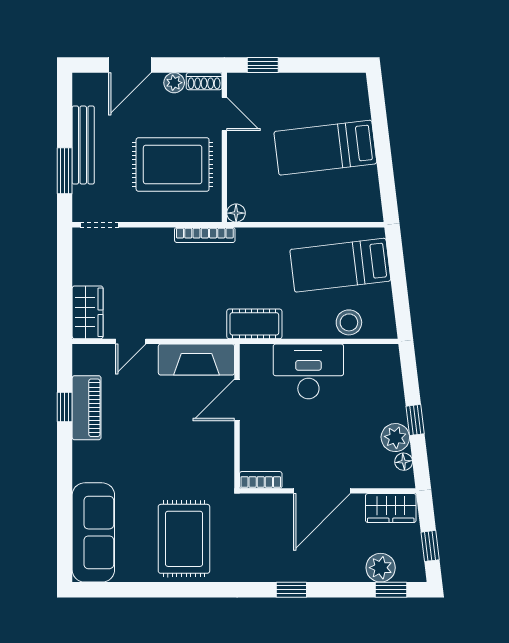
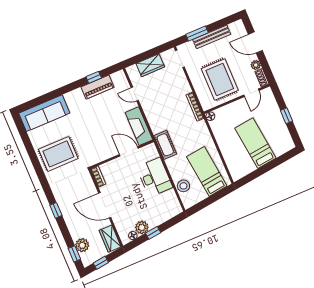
window: (263, 65) -> (286, 116), moved
wardrobe: (88, 312) -> (150, 65), moved

